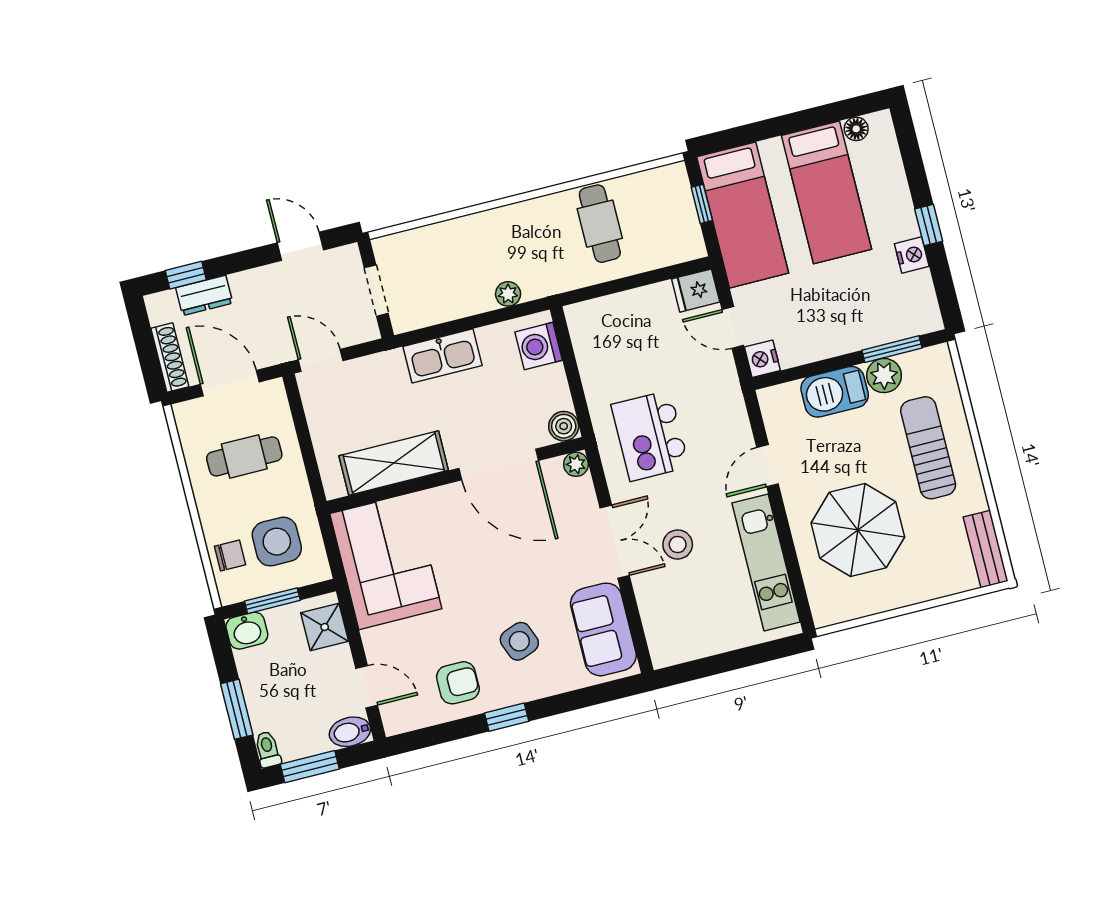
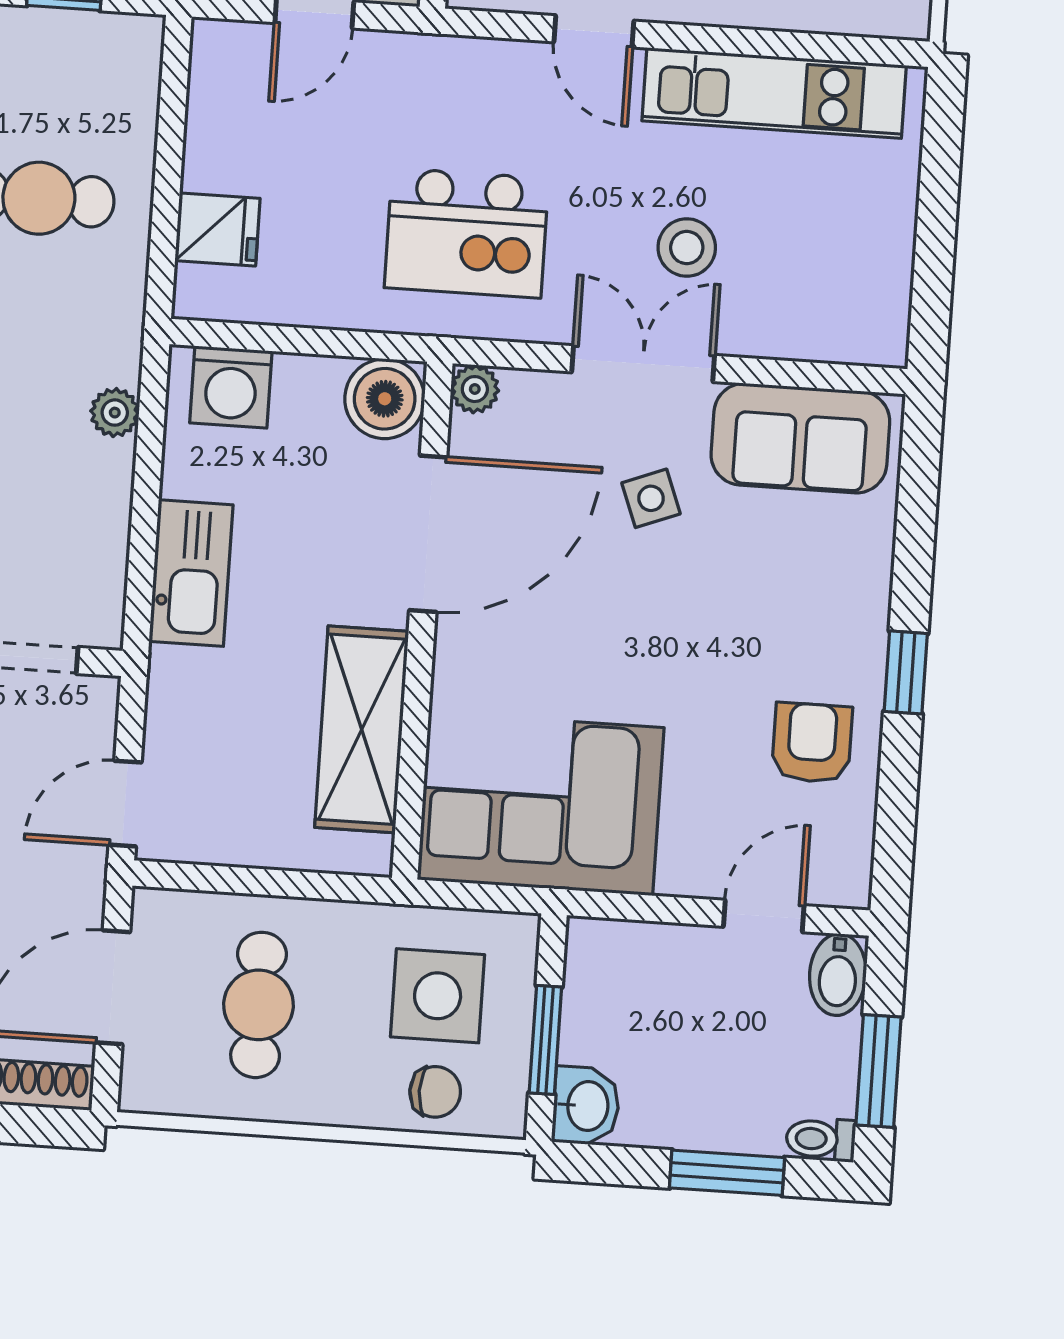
fridge: (696, 291) -> (217, 229), moved, turned -90
boiler: (564, 426) -> (385, 399), width x1.36, depth x1.36
chair: (230, 556) -> (435, 1092), turned 90
shower: (325, 627) -> (626, 958), removed
side table: (519, 641) -> (651, 498), moved, width x0.73, depth x0.73

